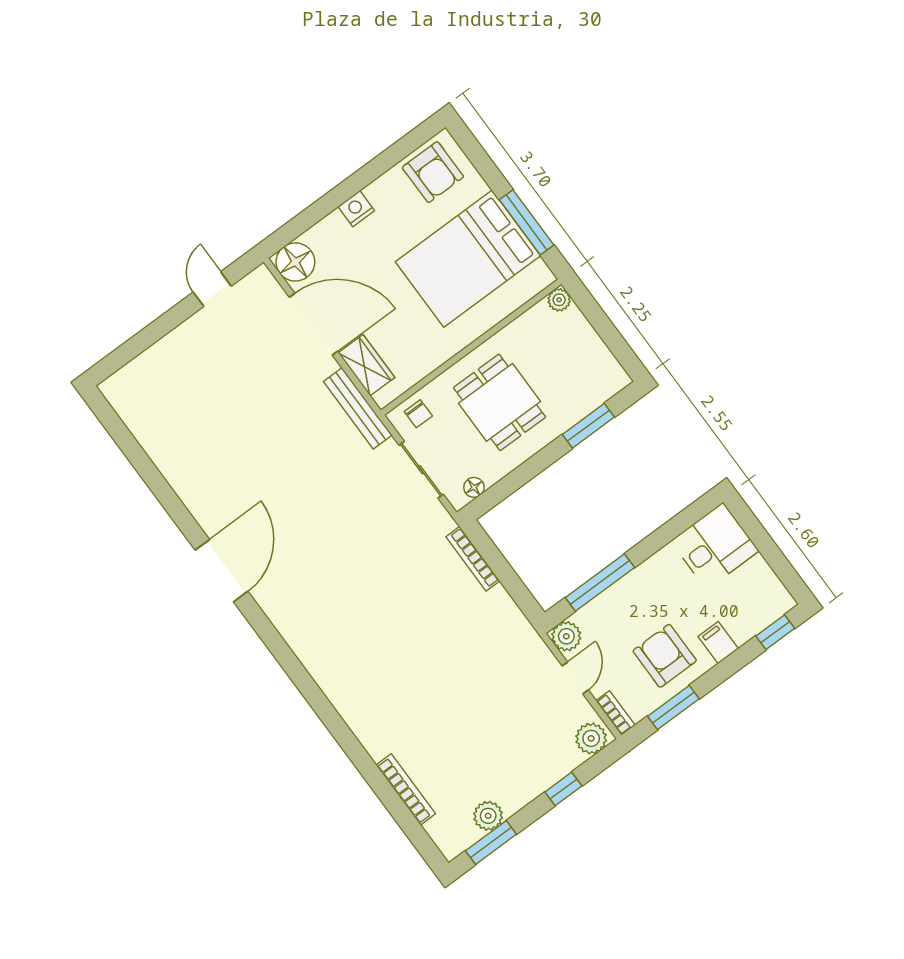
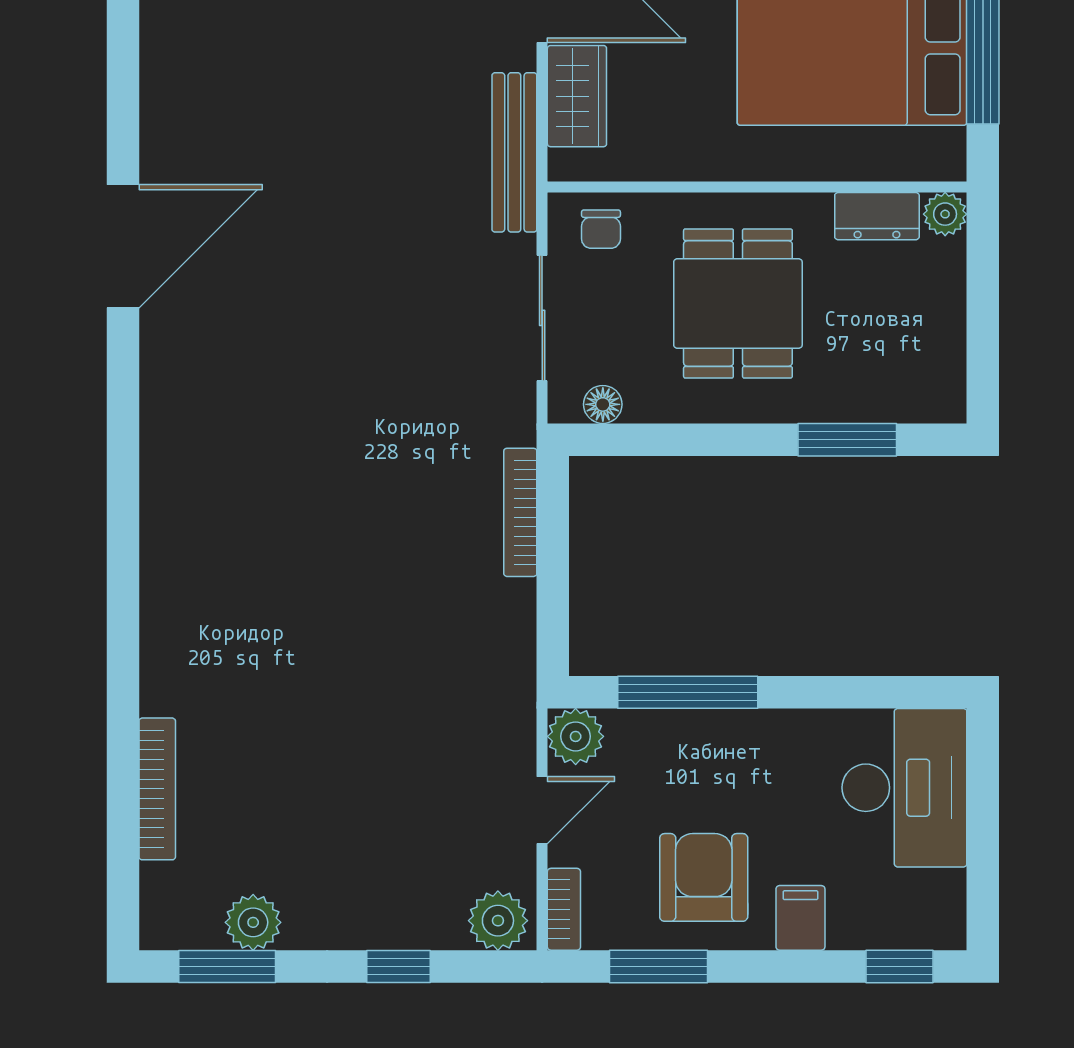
dresser: (531, 322) -> (877, 216), added
desk: (715, 546) -> (904, 788), width x1.37

